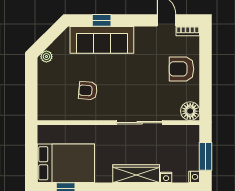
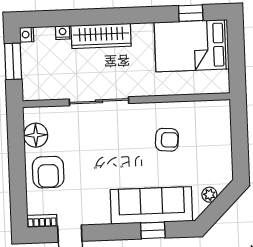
plant: (46, 57) -> (209, 195), moved
armchair: (181, 69) -> (48, 172), turned 90
floor lamp: (190, 111) -> (36, 135), moved

